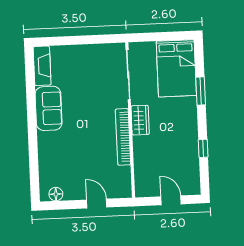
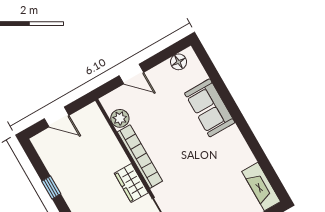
sofa: (49, 108) -> (210, 108), moved
plant: (123, 174) -> (120, 118), added

